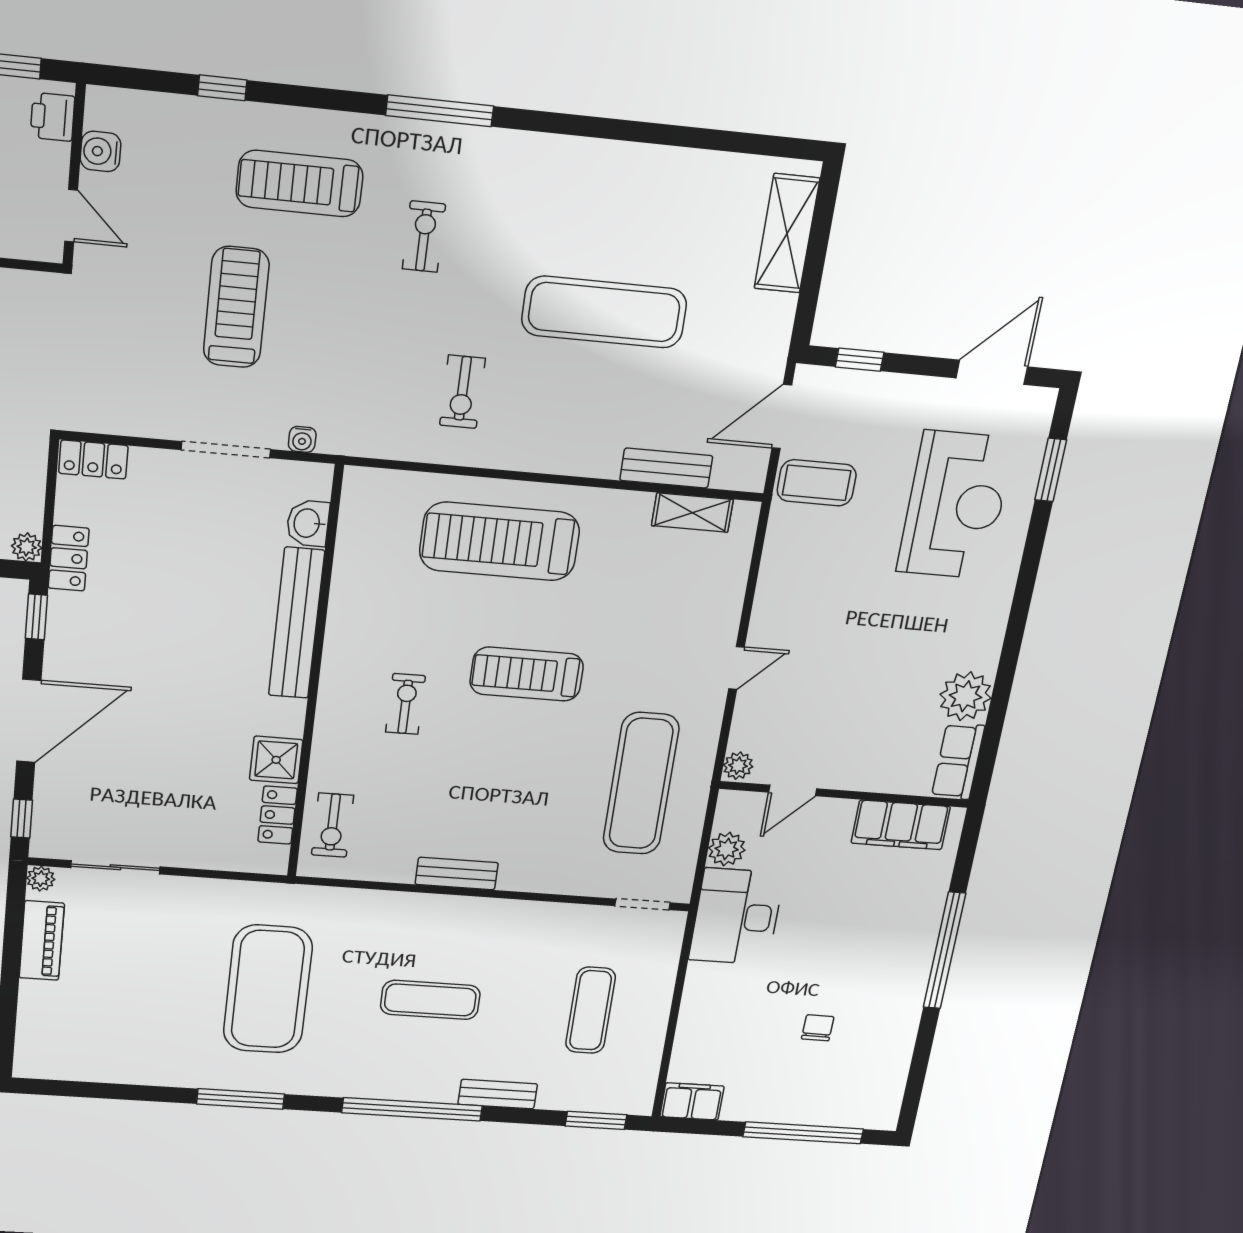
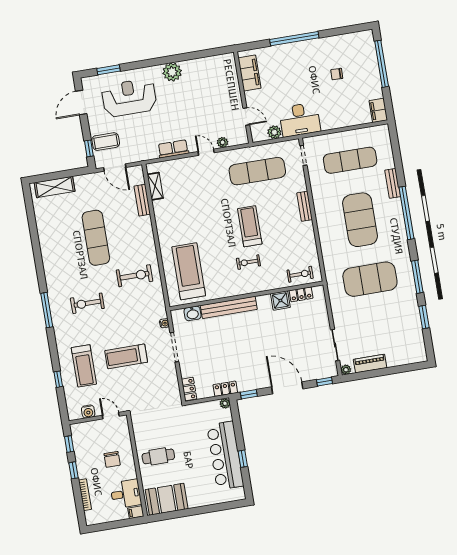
printer: (53, 117) -> (82, 429), removed
treadmill: (300, 184) -> (84, 366), moved
door: (71, 216) -> (111, 416), hinge flipped
exercise bike: (424, 237) -> (87, 303), width x1.38, depth x1.39
door: (992, 372) -> (81, 103), hinge flipped
exercise bike: (462, 392) -> (134, 276), width x1.38, depth x1.39
coffee table: (817, 483) -> (106, 142), moved, turned 90
treadmill: (500, 541) -> (189, 271), moved, turned 180
treadmill: (527, 674) -> (250, 226), moved, turned 180
plant: (965, 696) -> (172, 72), moved
row of seats: (958, 761) -> (173, 149), moved, turned 180
plant: (738, 766) -> (223, 142), moved
bench: (457, 874) -> (305, 206), moved
exercise mat: (430, 1000) -> (360, 220), width x2.00, depth x1.45
exercise mat: (591, 1010) -> (350, 160), width x1.36, depth x1.45
window: (596, 1120) -> (424, 317), moved

